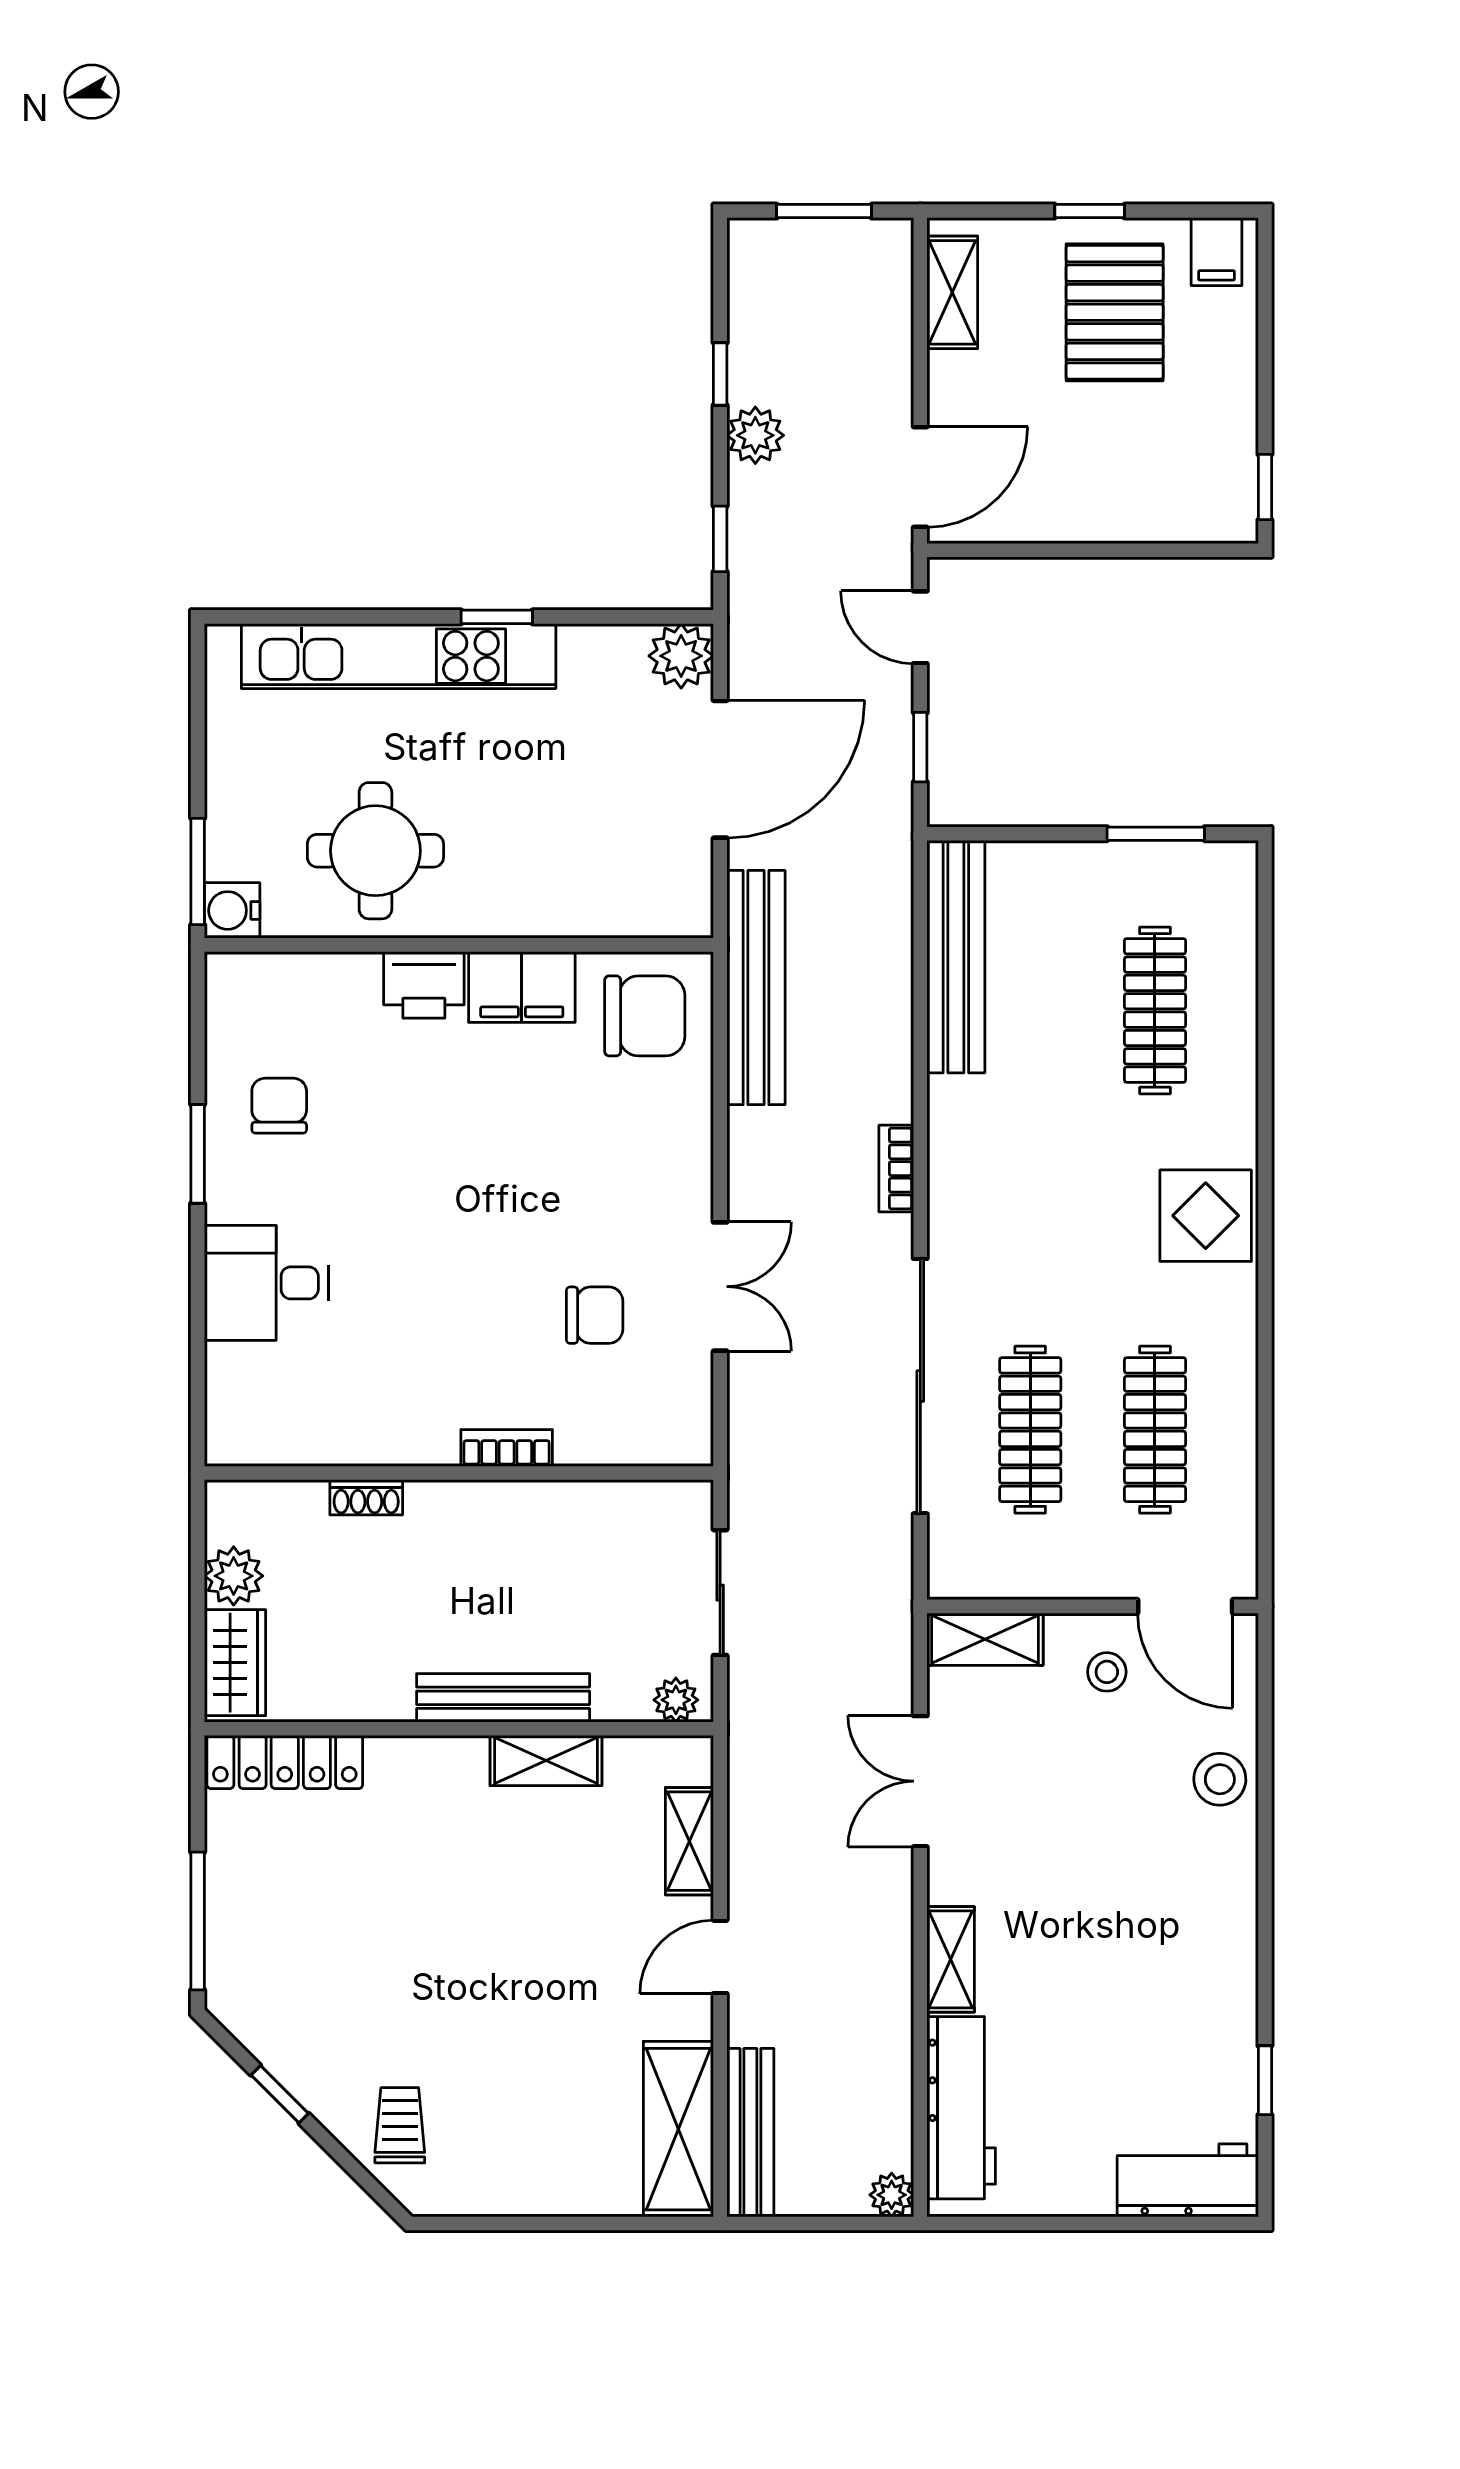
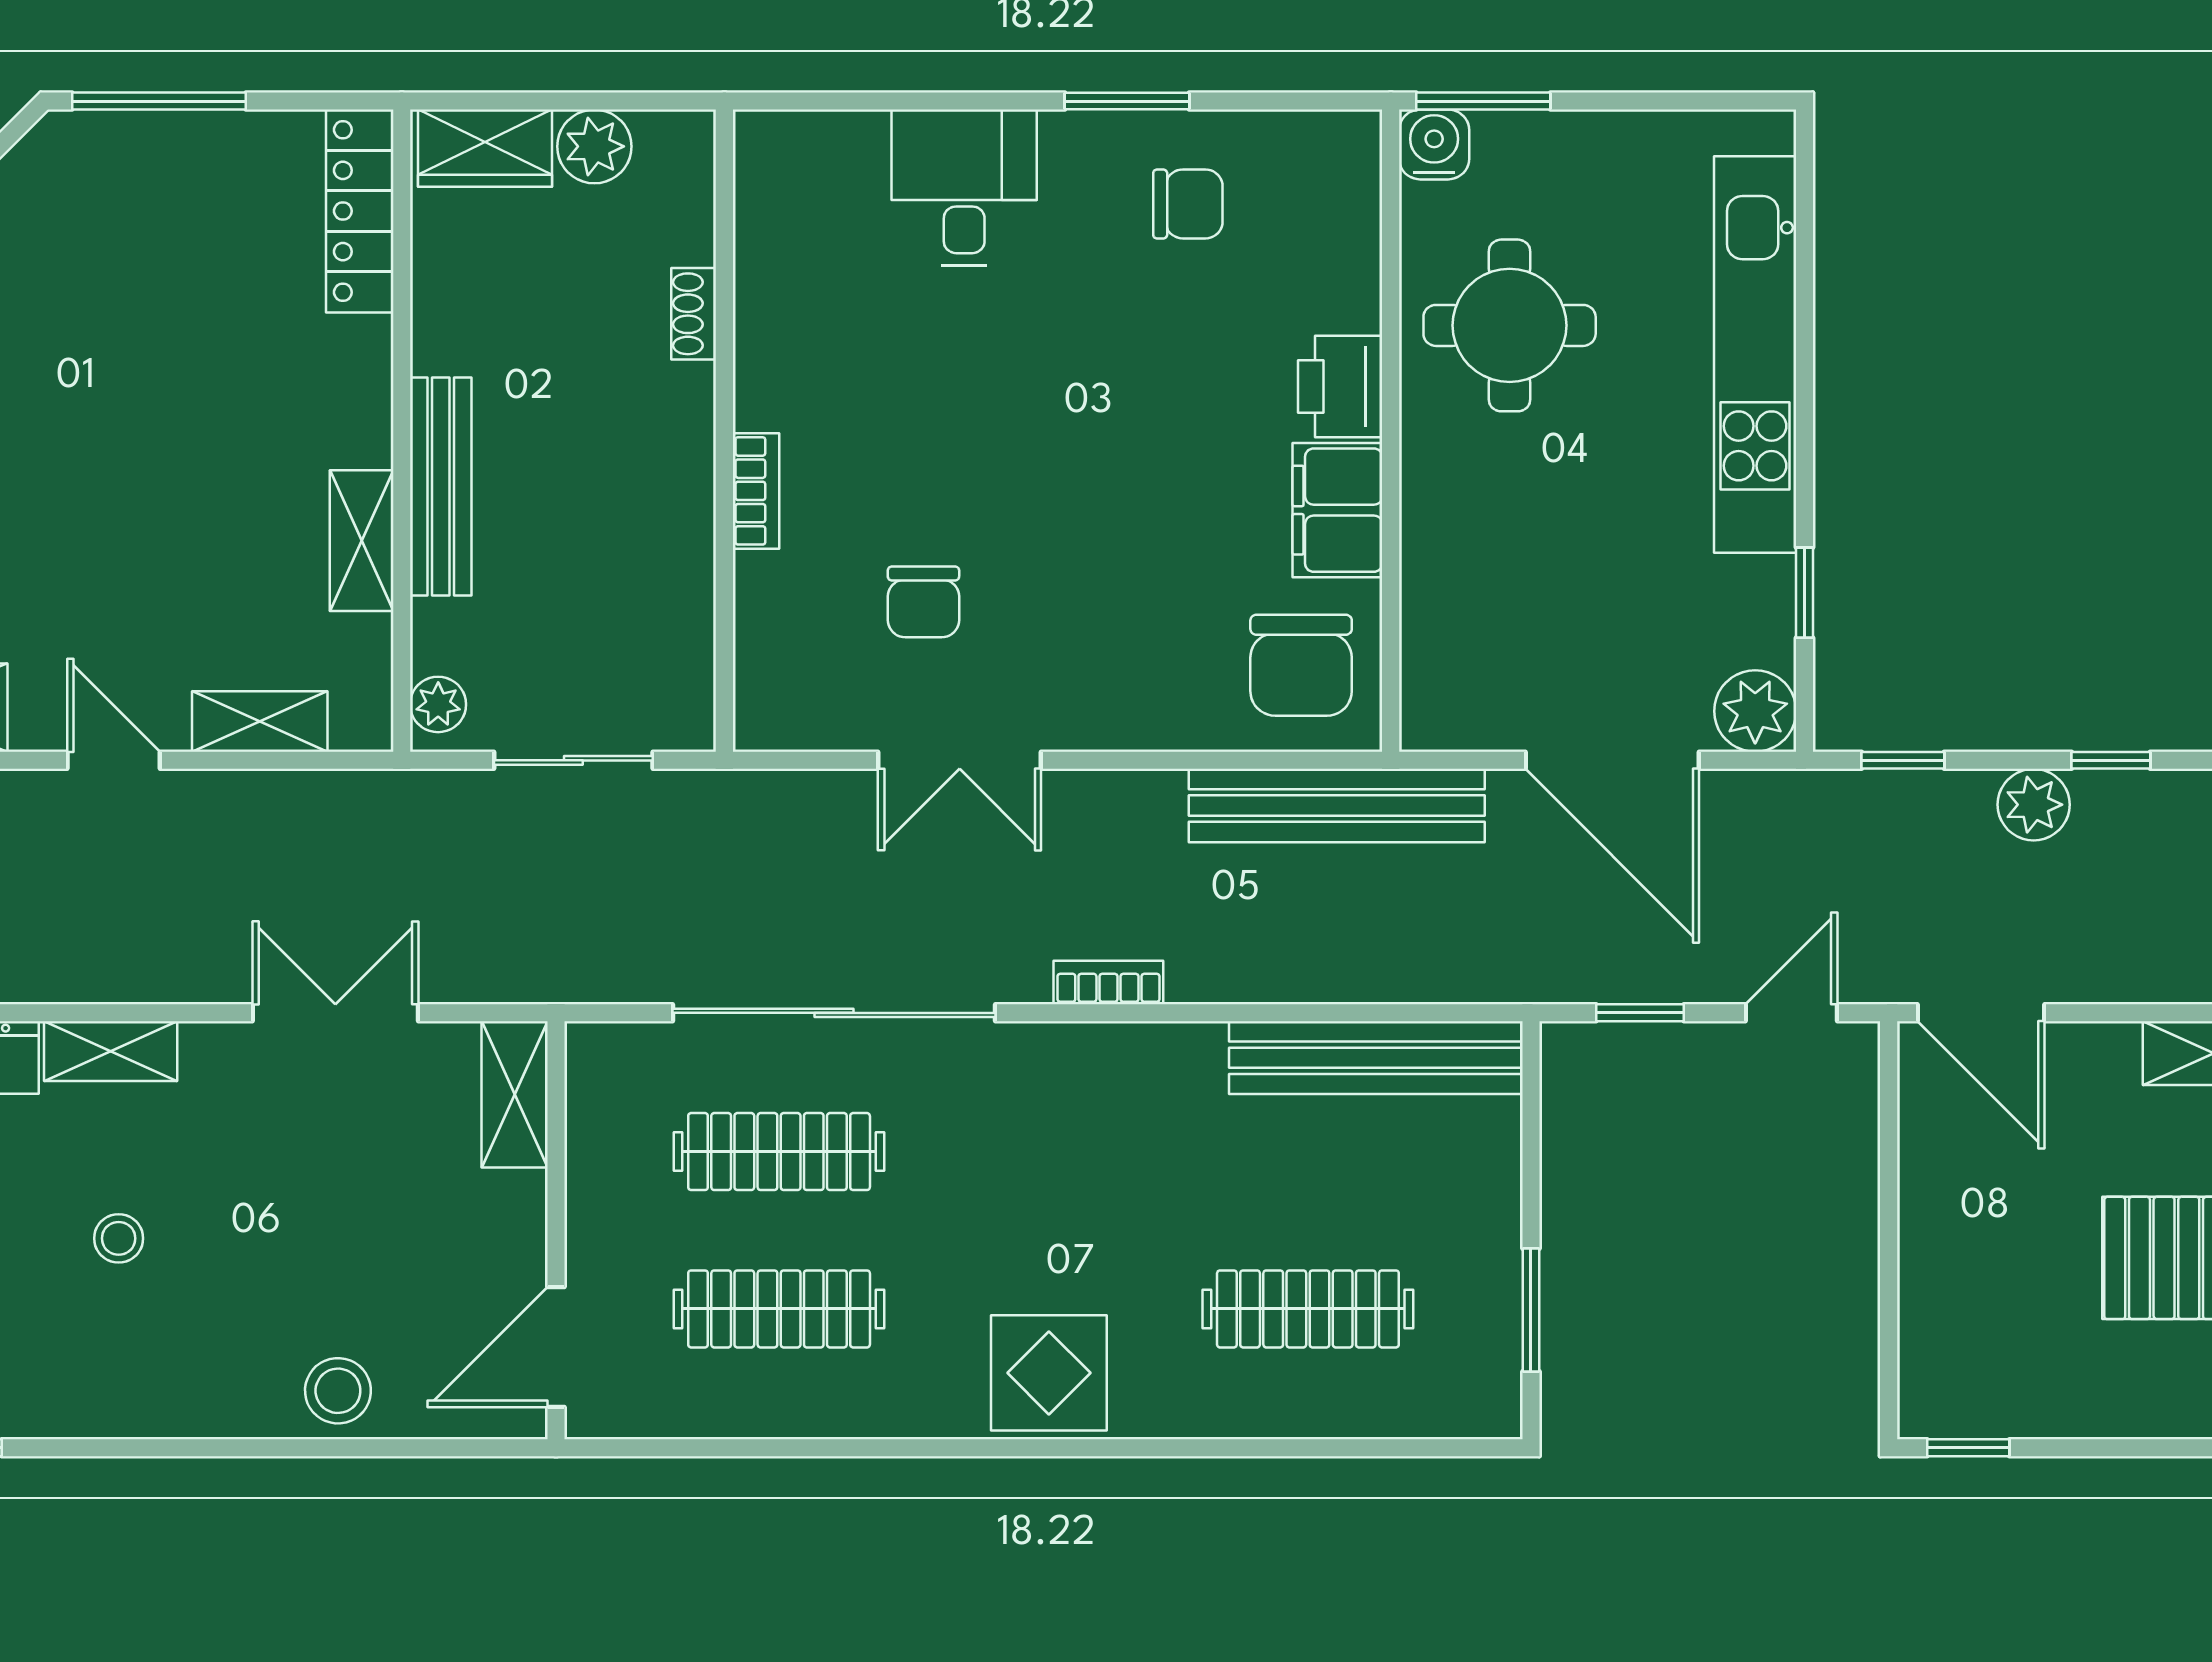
window: (497, 617) -> (1804, 593), moved
stool: (1107, 1672) -> (119, 1238), moved

